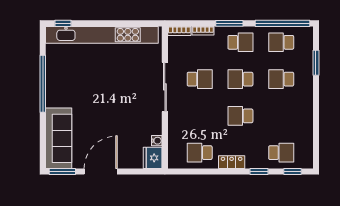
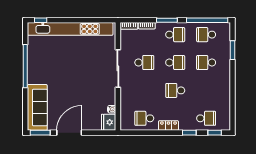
school desk: (240, 79) -> (175, 63), turned 180

